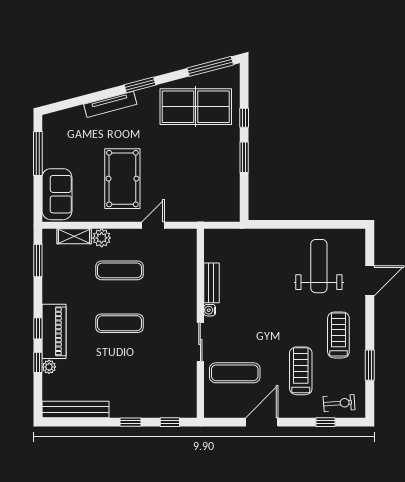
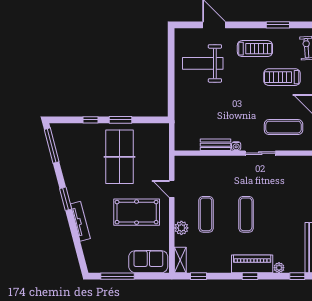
table tennis table: (196, 107) -> (120, 157), moved
shelving: (74, 236) -> (180, 260), moved
window: (38, 260) -> (199, 276), width x0.67
treadmill: (338, 335) -> (255, 49), turned 180
window: (38, 362) -> (297, 276), moved
exercise mat: (235, 373) -> (284, 127), turned 90

